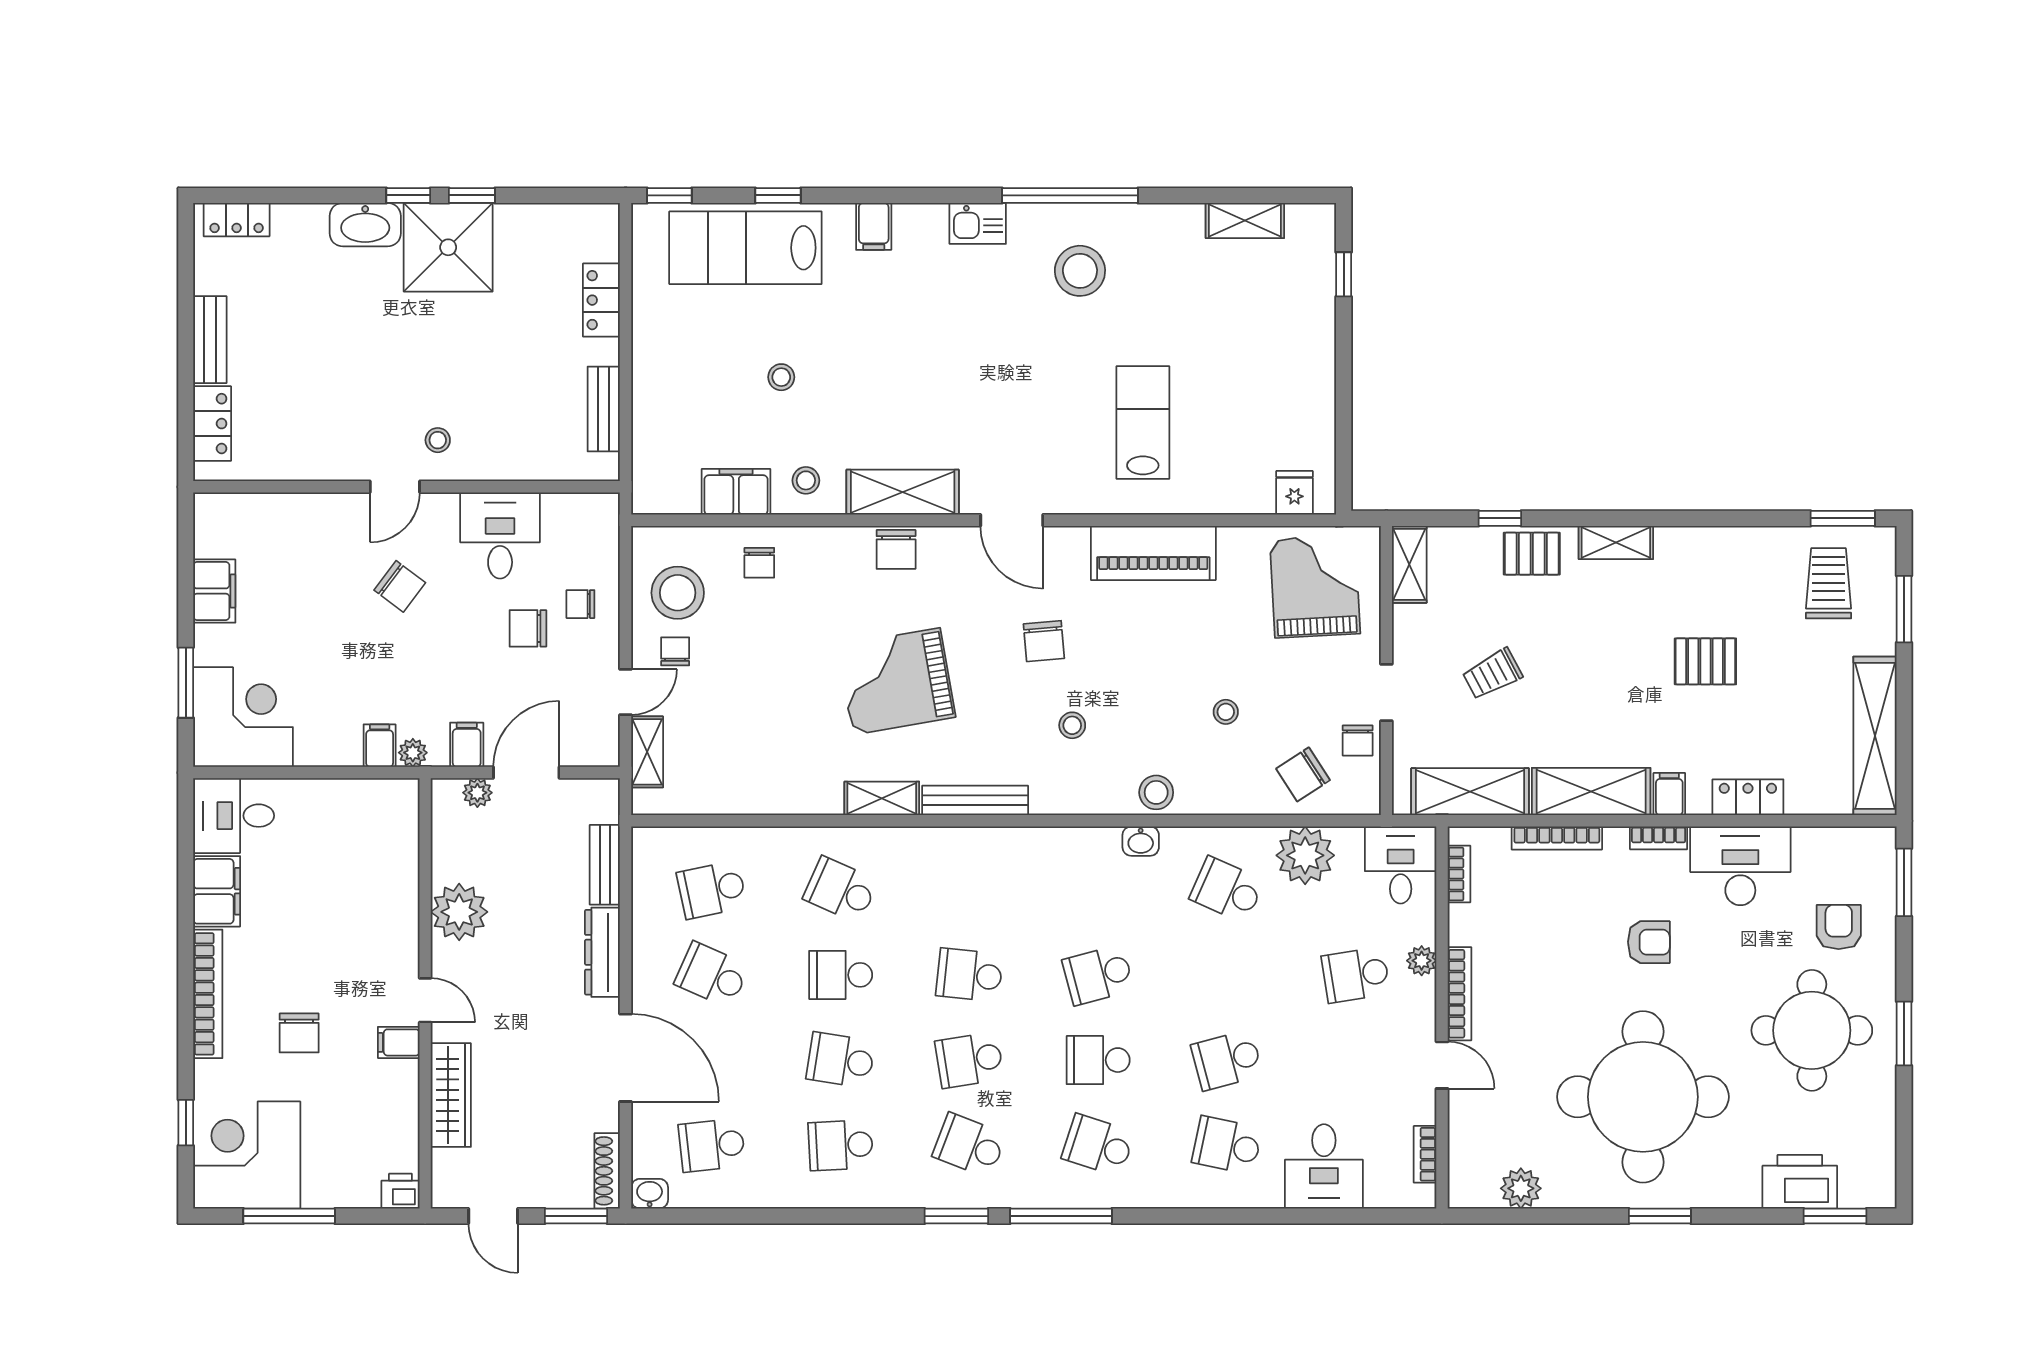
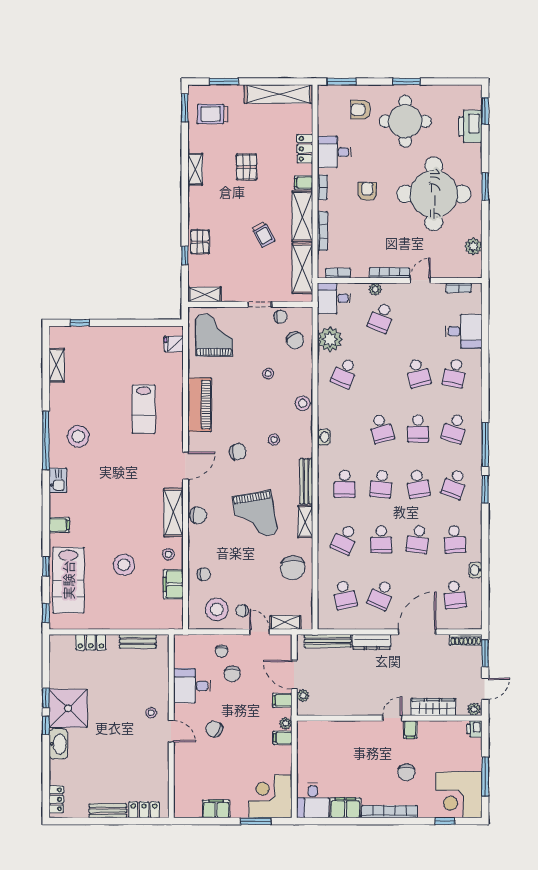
stool: (781, 377) -> (124, 565), width x1.89, depth x1.89
lab bench: (1143, 422) -> (144, 409), turned -90
shelving: (1616, 542) -> (195, 169), moved
chair: (400, 586) -> (214, 729), turned -100
grand piano: (1315, 586) -> (214, 335), turned 93
trolley: (1492, 674) -> (263, 234), moved
chair: (774, 769) -> (293, 568), added
washbasin: (1141, 841) -> (324, 437), moved
bench: (605, 865) -> (328, 641), width x1.36
desk: (1740, 866) -> (334, 152), width x0.73
school desk: (969, 890) -> (345, 484), added
plant: (459, 912) -> (474, 709), moved, width x0.53, depth x0.53
school desk: (1356, 975) -> (381, 318), turned 30
chair: (299, 1033) -> (406, 772), turned 90
washbasin: (650, 1194) -> (476, 570), moved

